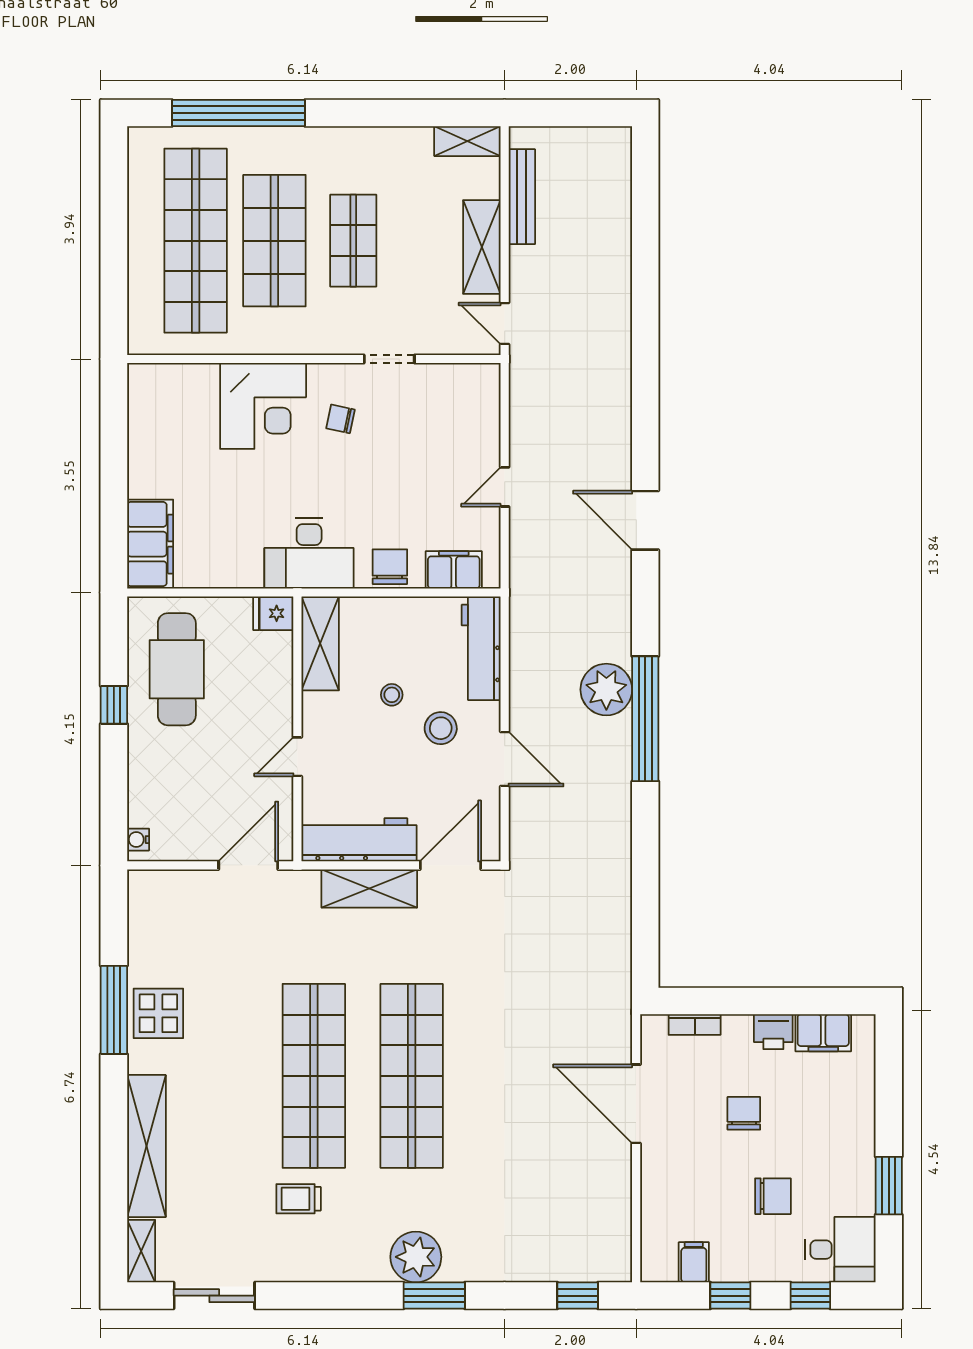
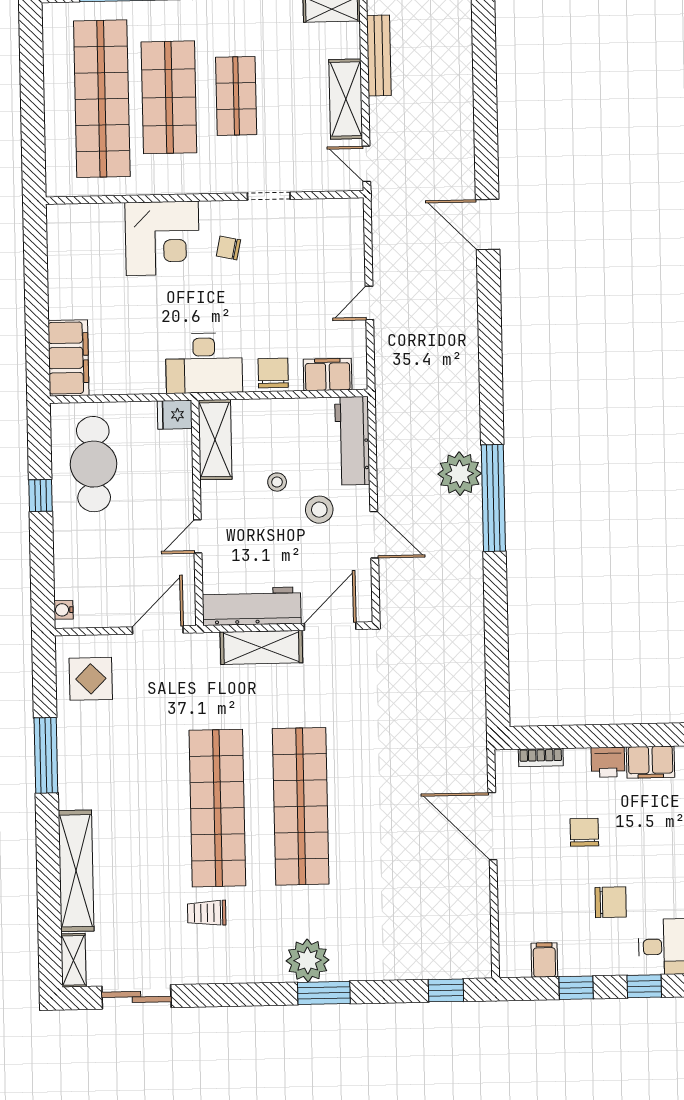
door: (645, 520) -> (488, 224), moved
display table: (158, 1013) -> (91, 679), moved

